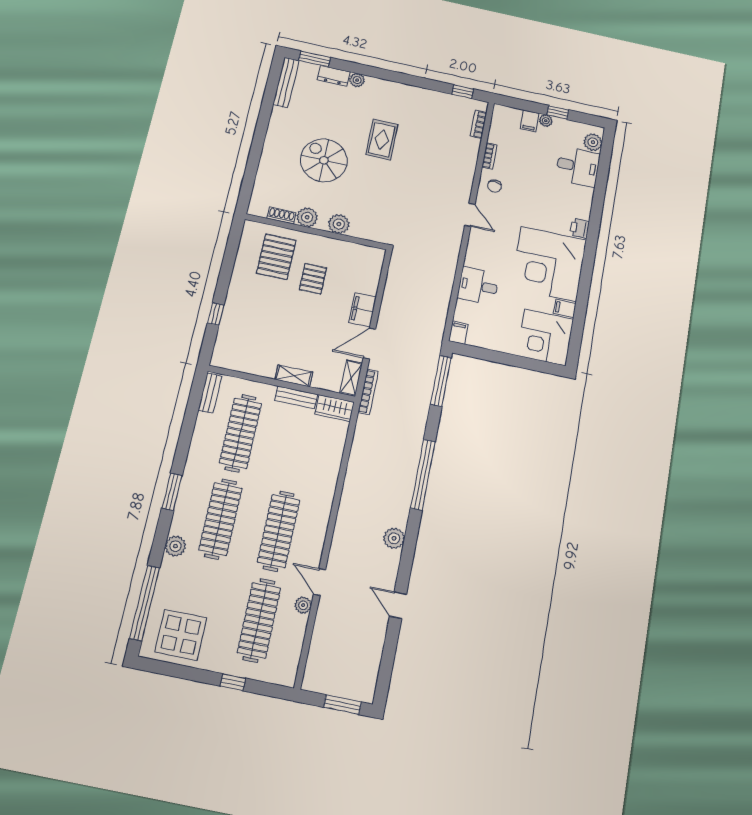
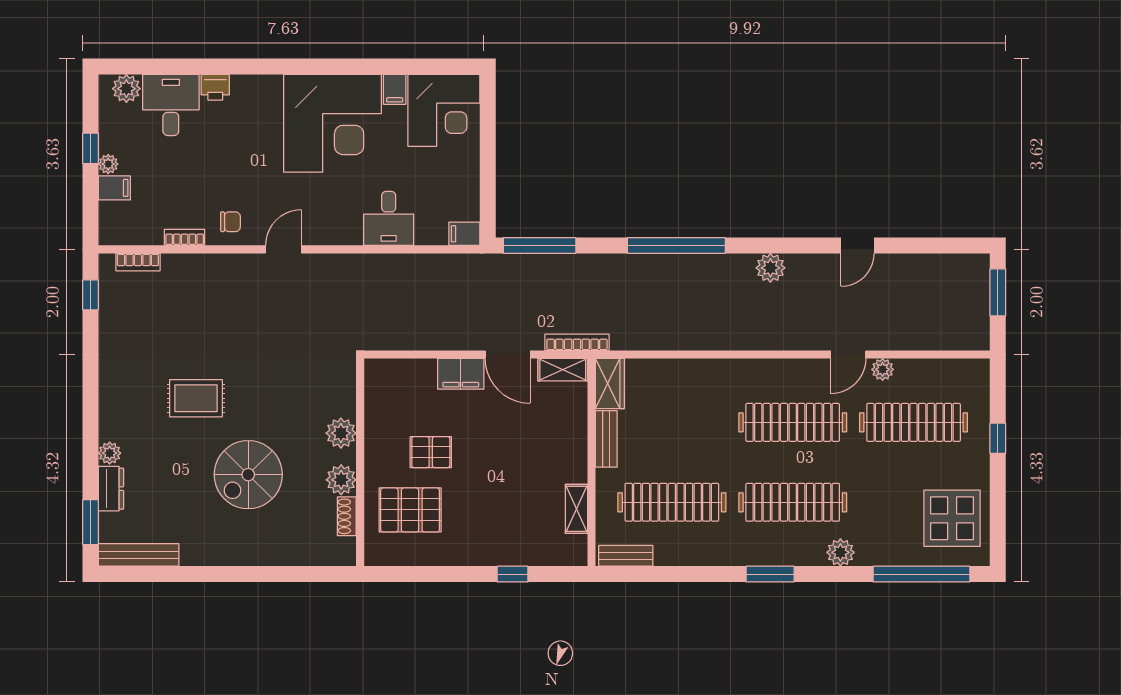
printer: (580, 228) -> (215, 87), moved
shelving: (294, 376) -> (577, 509), moved

